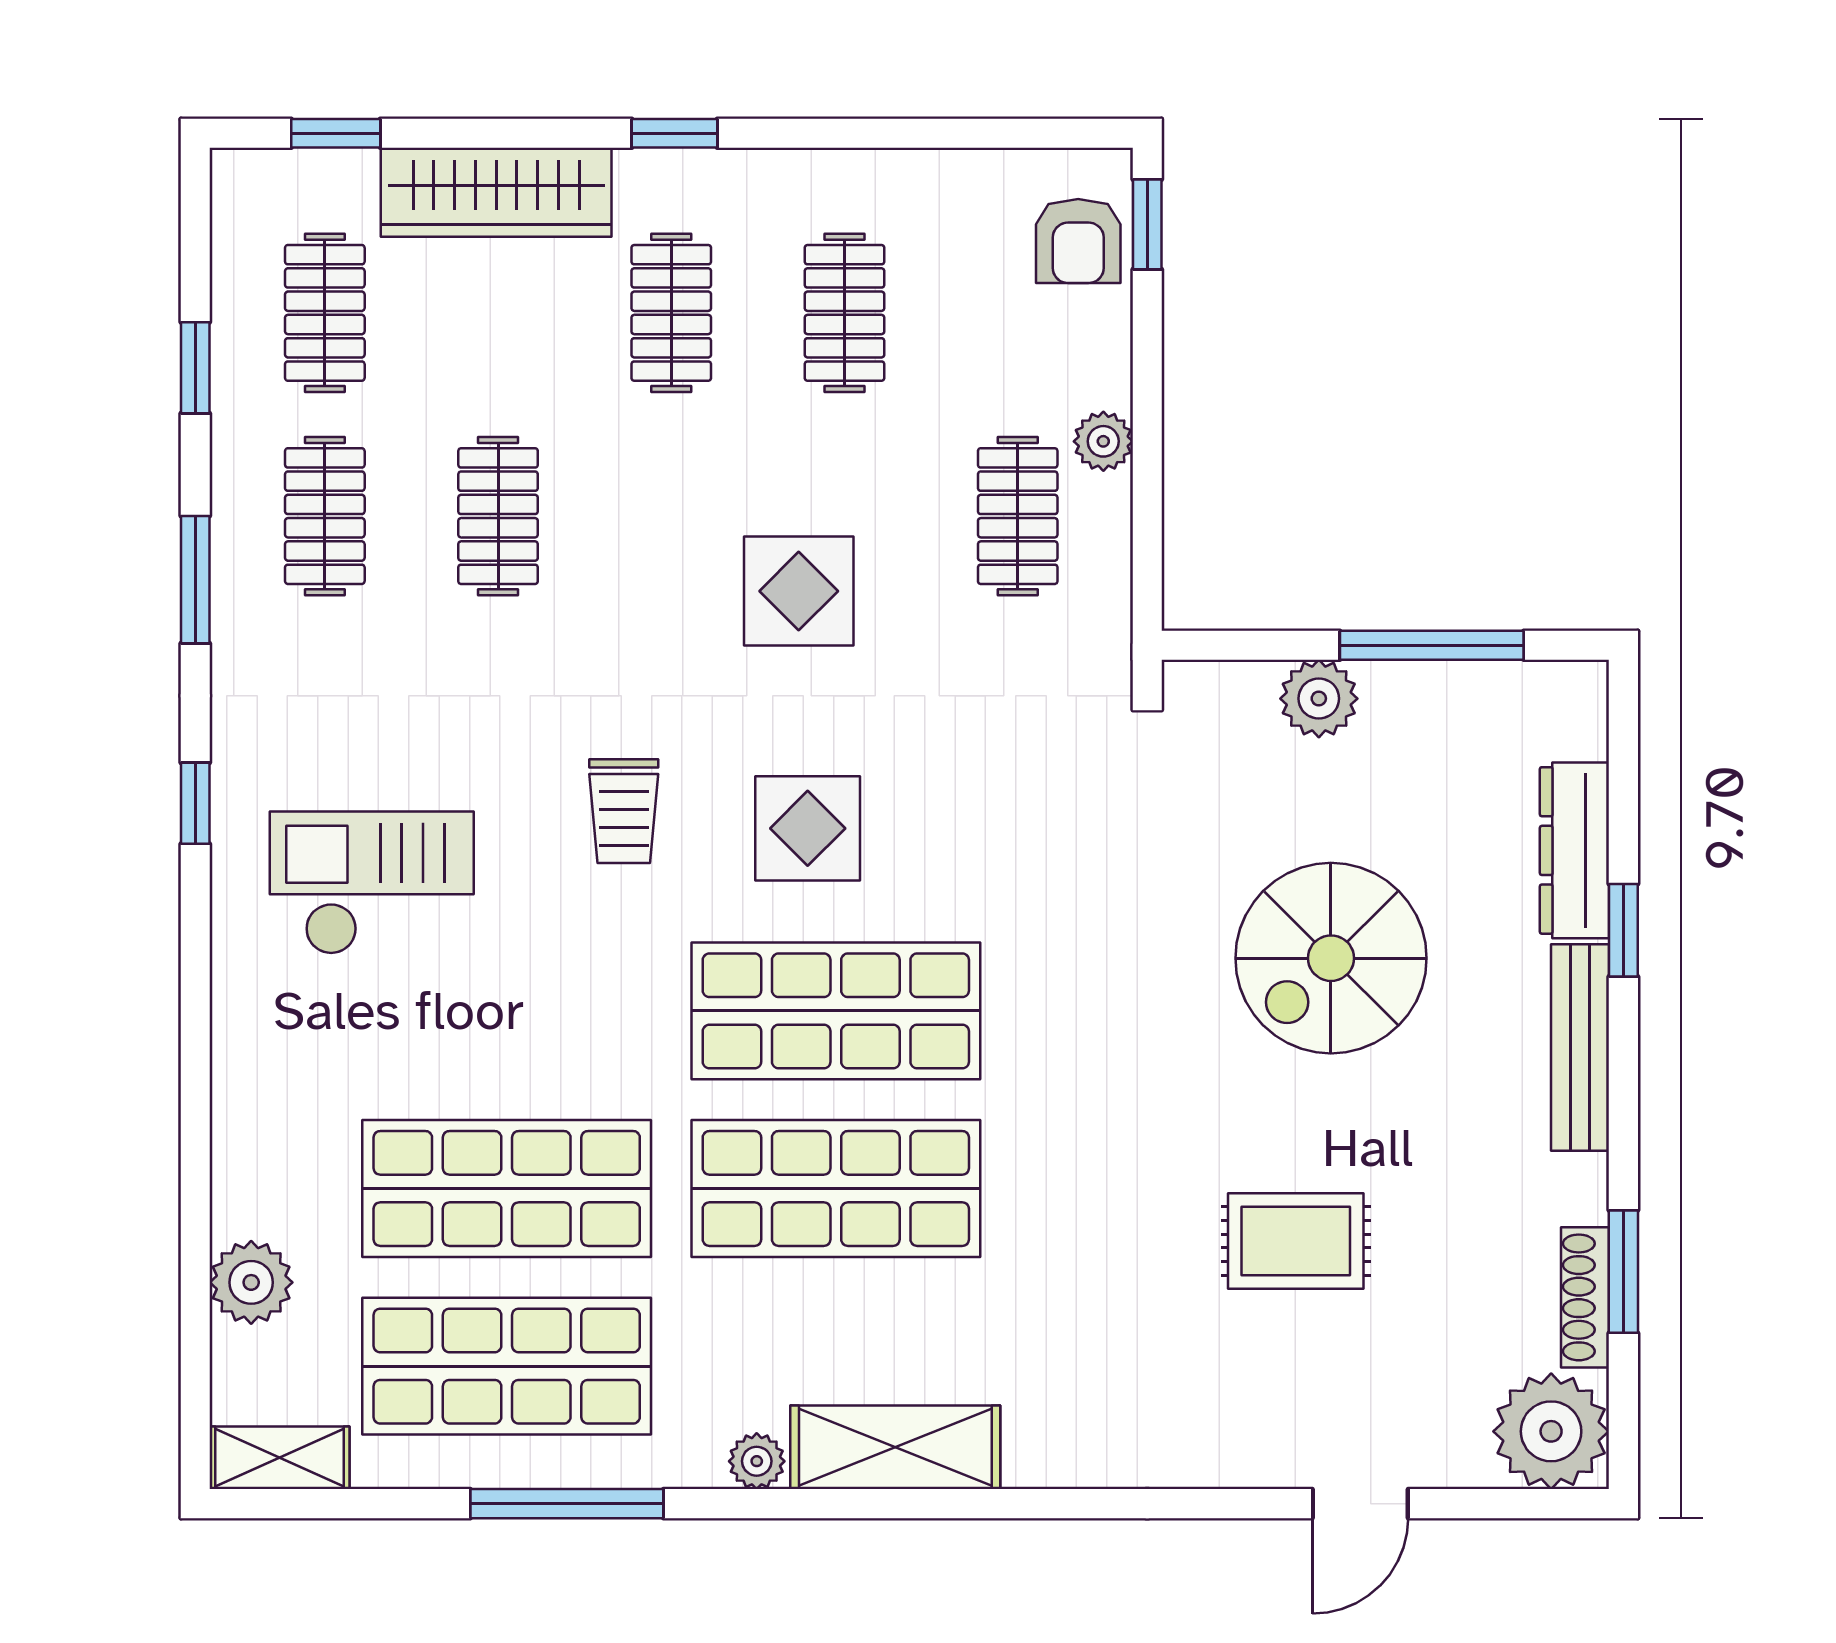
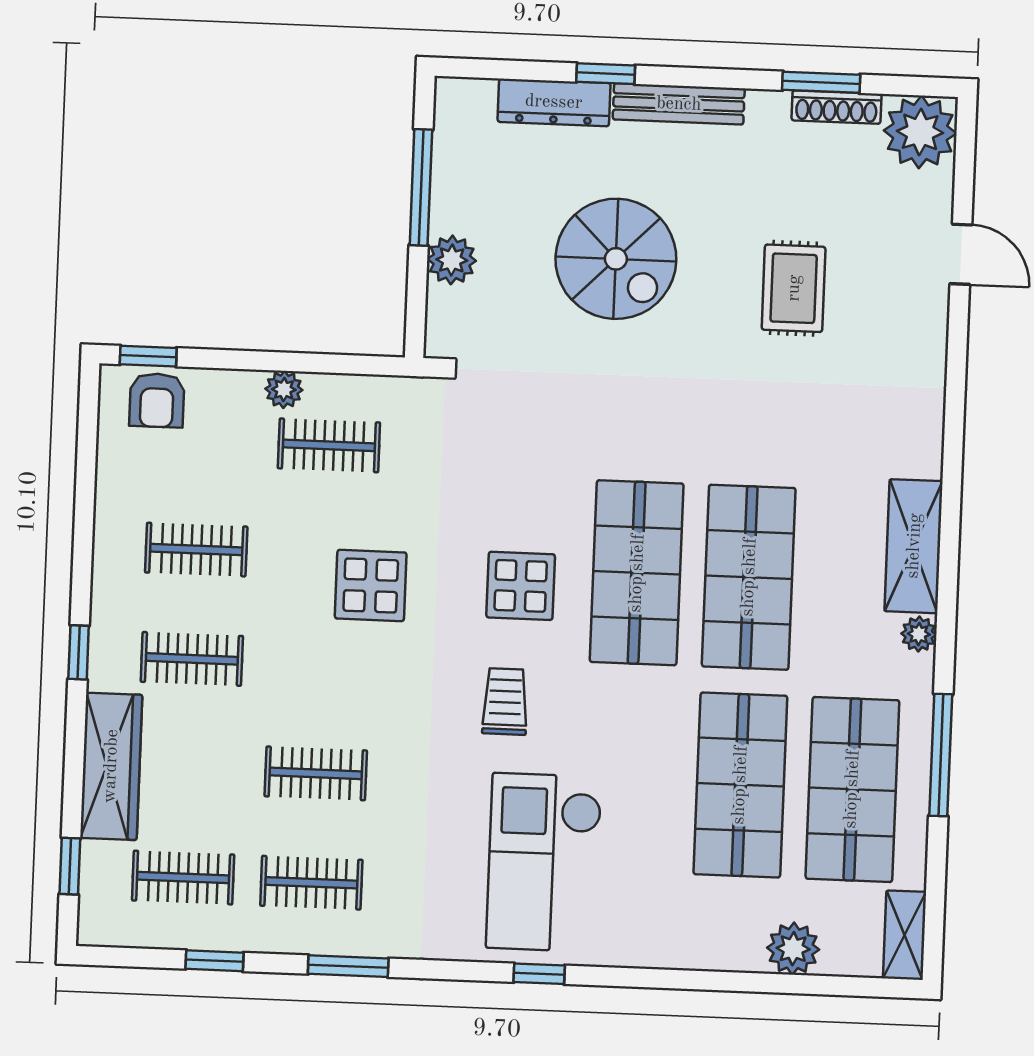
armchair: (1078, 241) -> (157, 400), turned 90
window: (195, 803) -> (539, 974), moved
trolley: (624, 811) -> (505, 701), turned -90
checkout: (372, 883) -> (544, 862), width x1.36, depth x1.21

